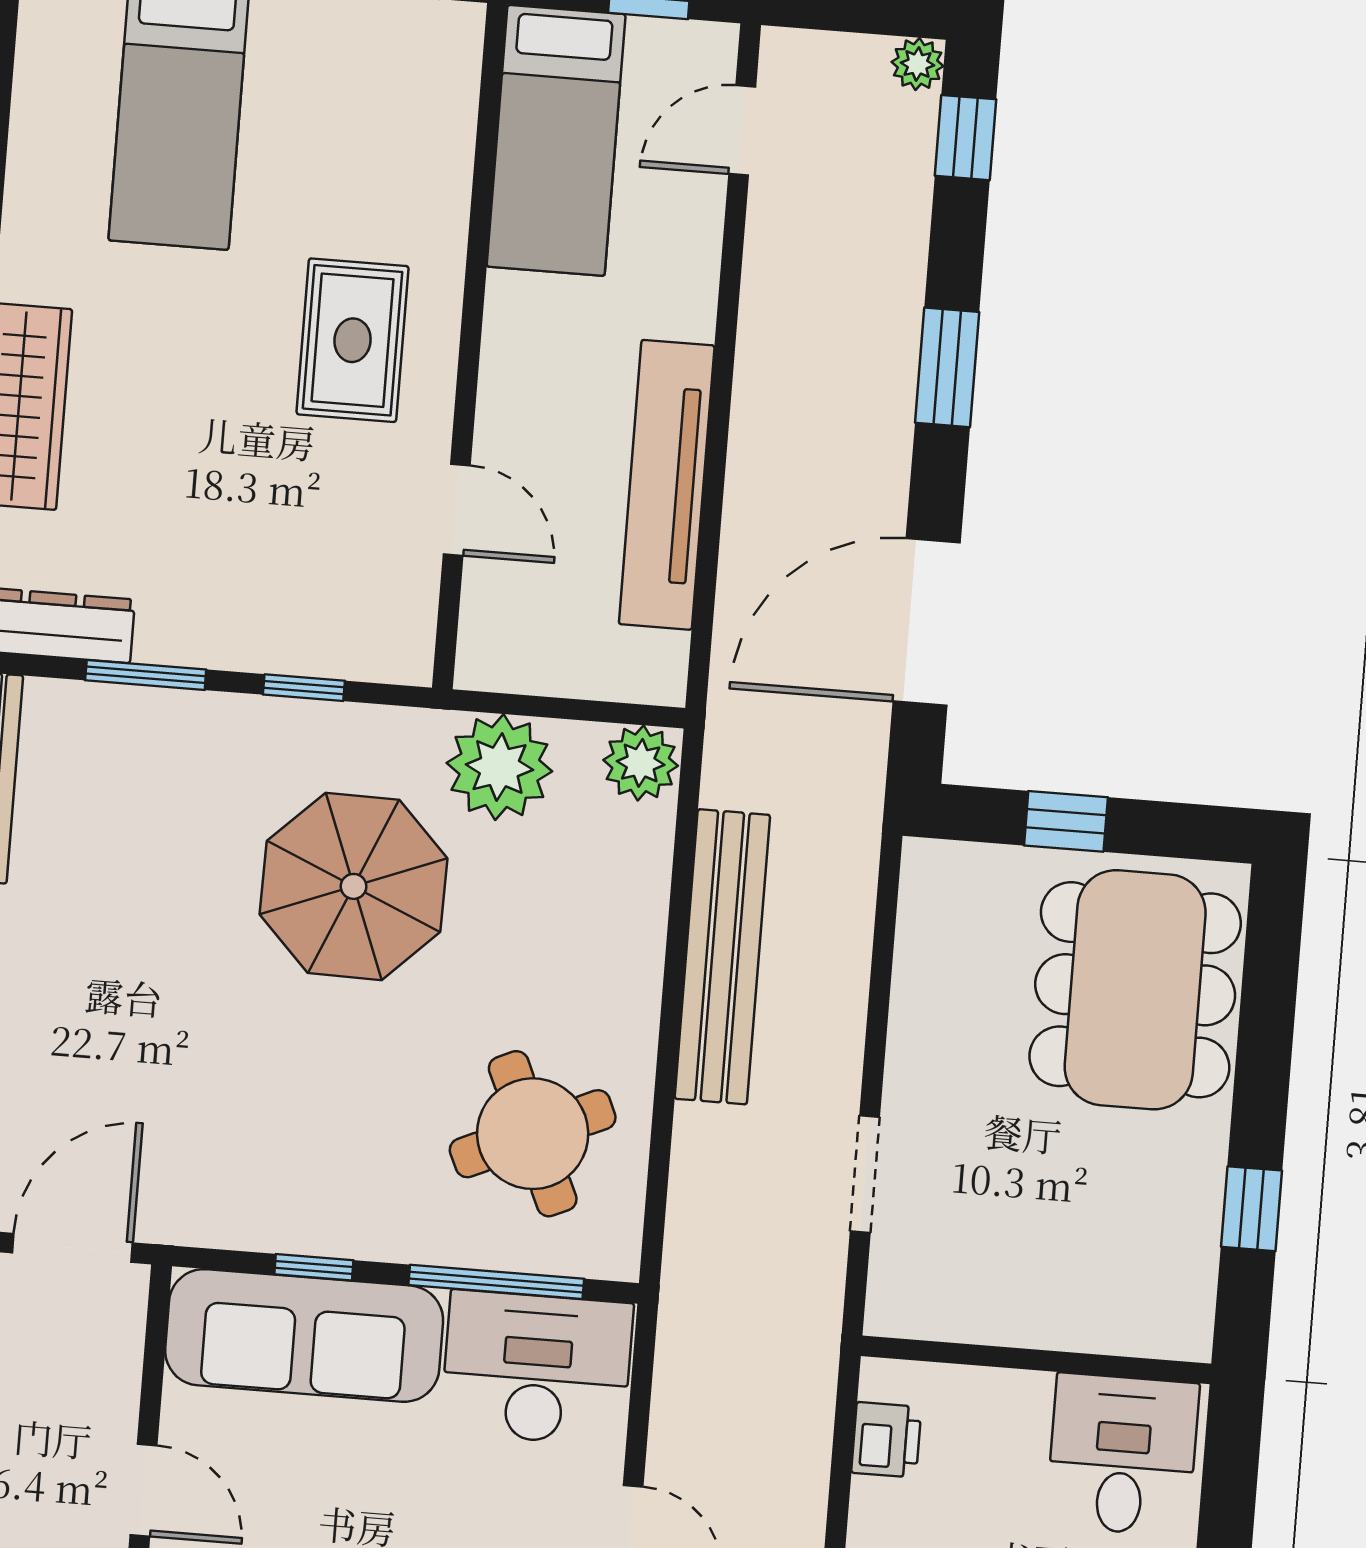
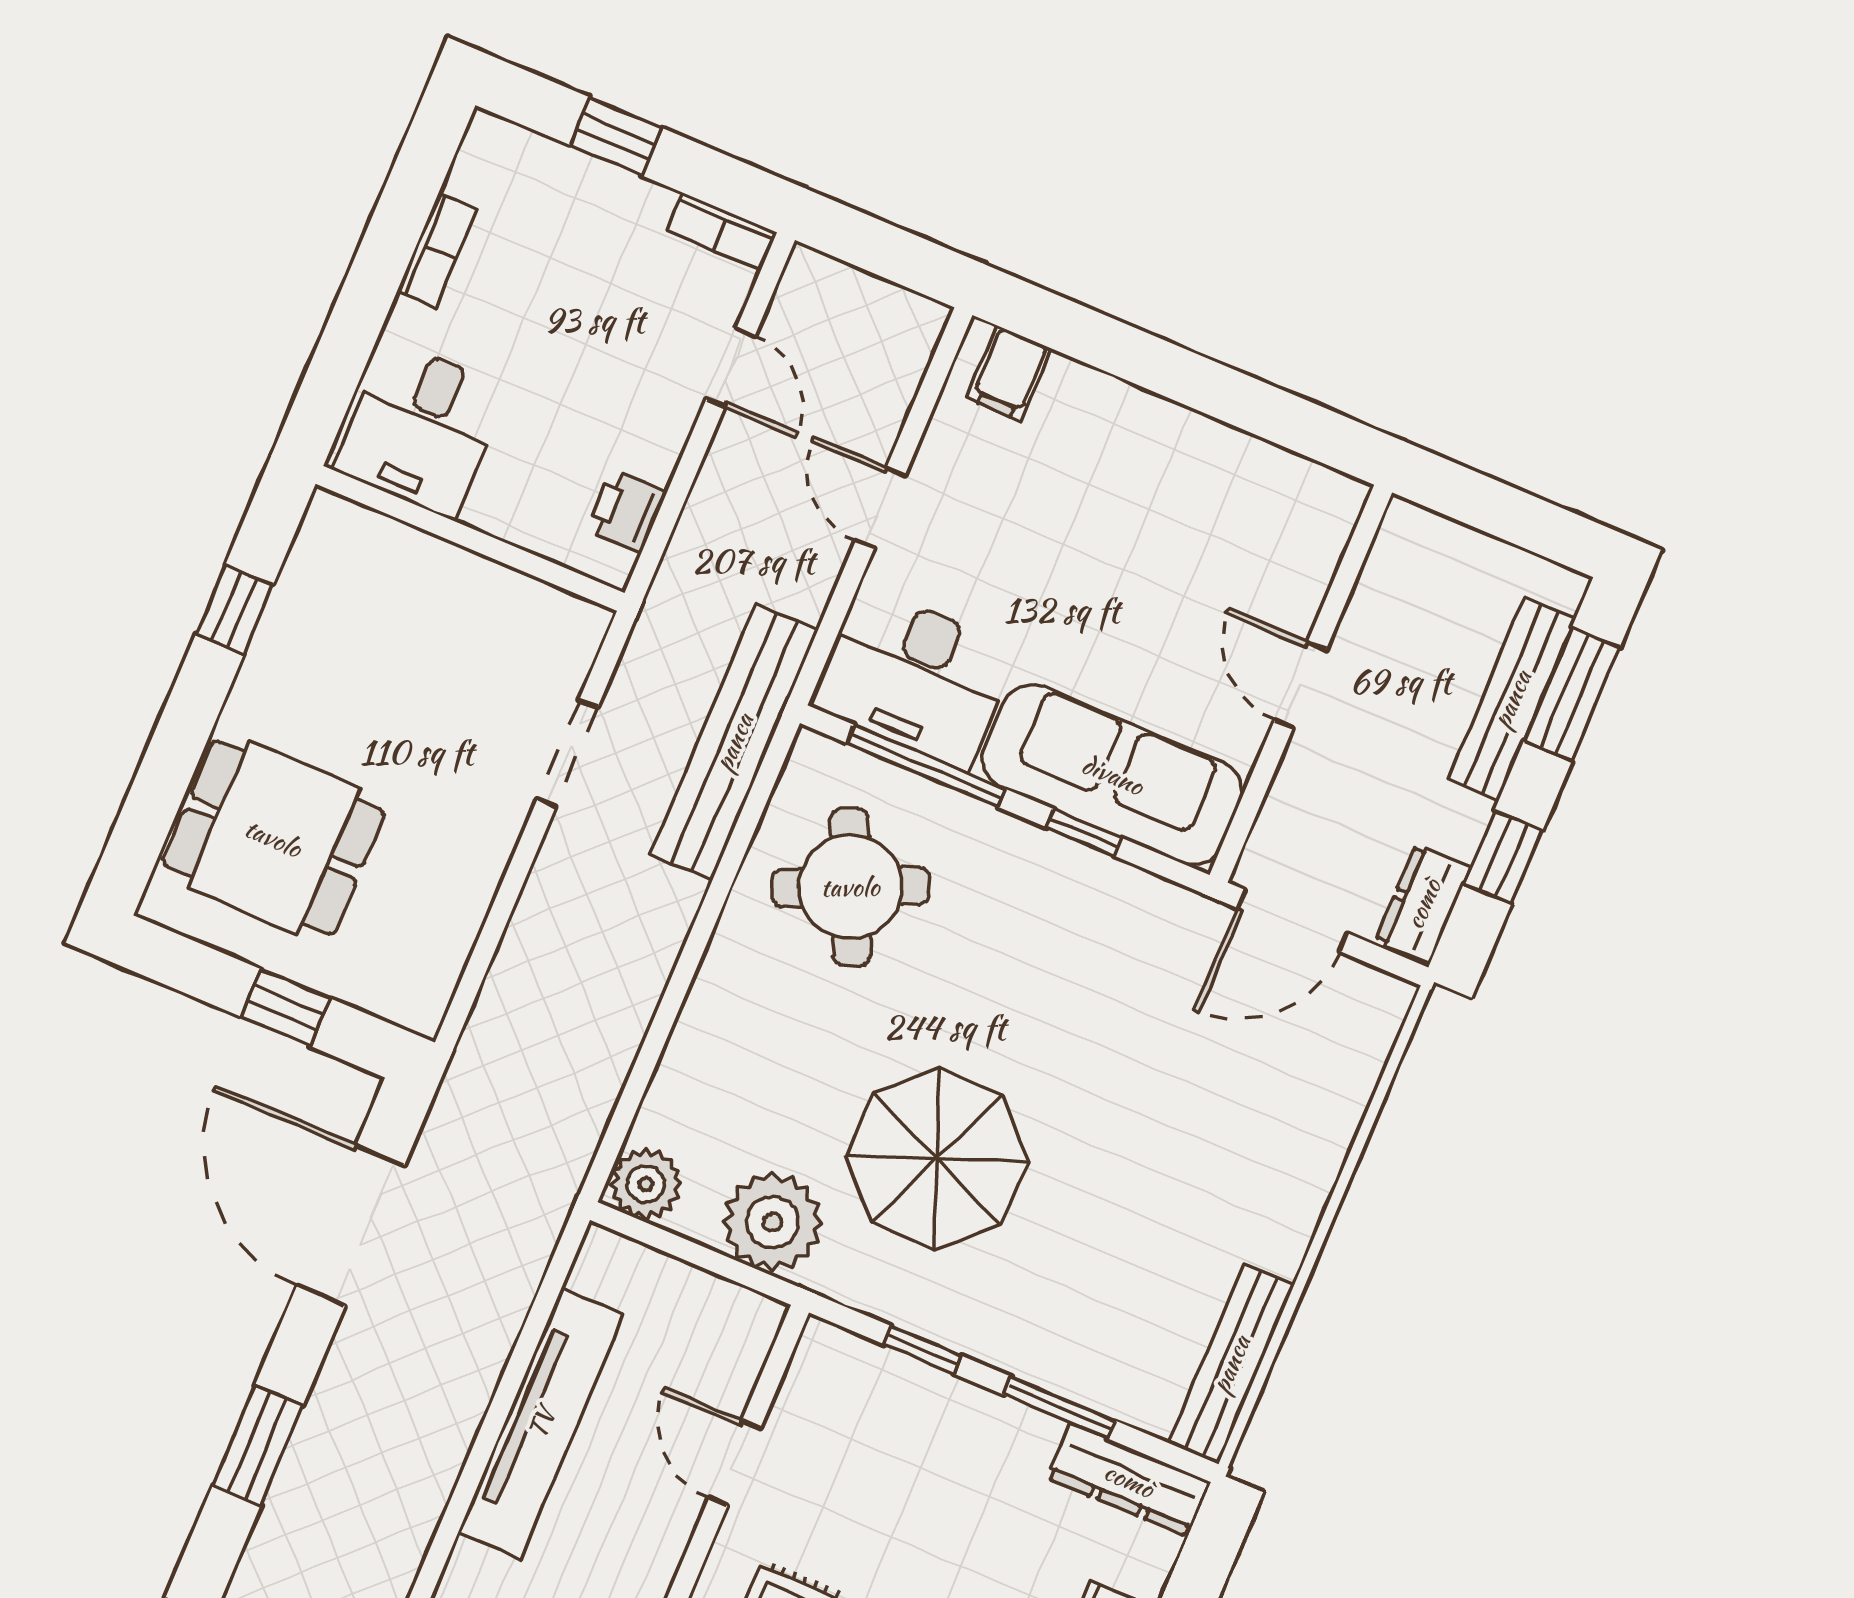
door: (927, 622) -> (351, 1225), swing flipped
bench: (722, 957) -> (734, 742), moved
dining table: (1135, 990) -> (273, 838), width x0.73

